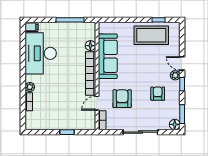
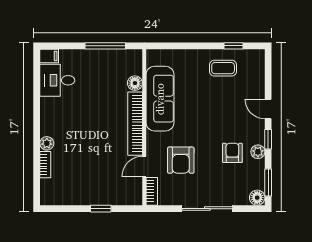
coffee table: (151, 35) -> (223, 68), width x0.54, depth x0.58
desk: (41, 53) -> (57, 80), width x0.53, depth x0.77
plant: (175, 75) -> (258, 152), moved
armchair: (122, 99) -> (181, 160), turned 180

